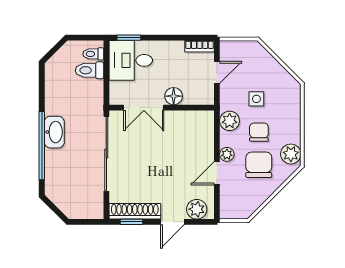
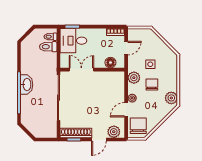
floor lamp: (174, 96) -> (110, 63), moved
double door: (144, 108) -> (81, 70), swing flipped
chair: (259, 165) -> (138, 126), moved

